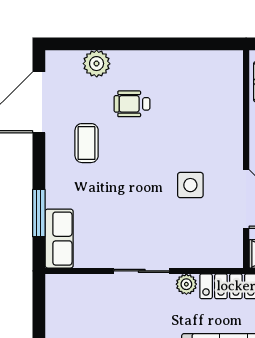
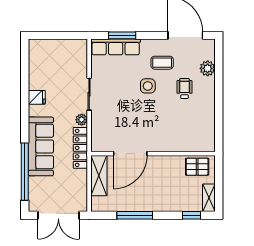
side table: (190, 185) -> (148, 86), moved
row of seats: (59, 239) -> (116, 47), width x1.48

